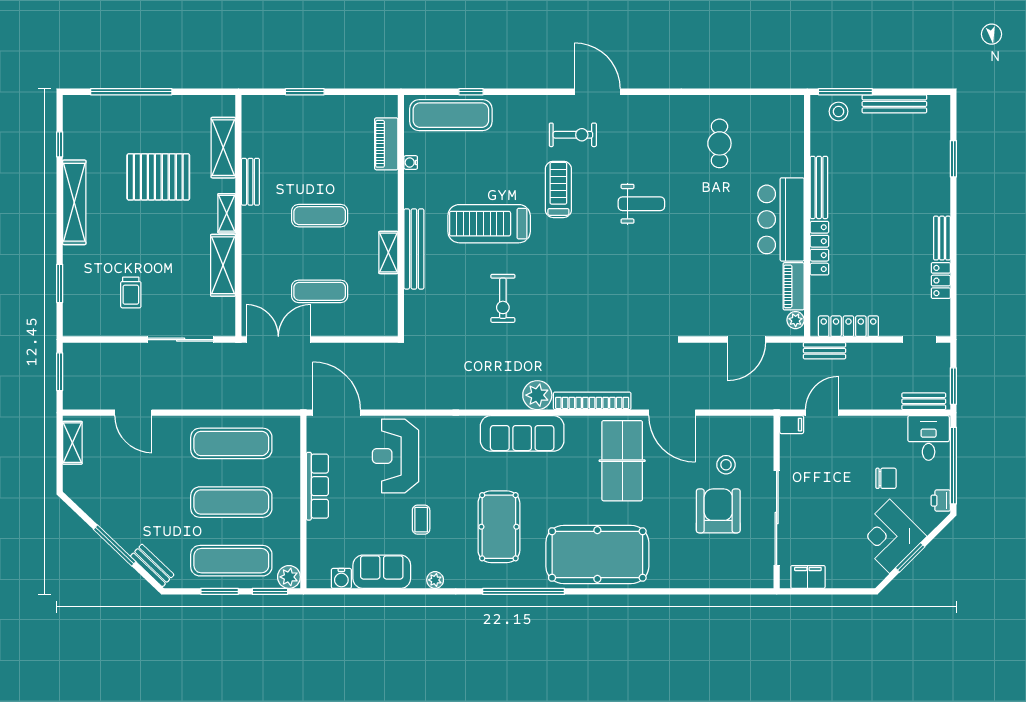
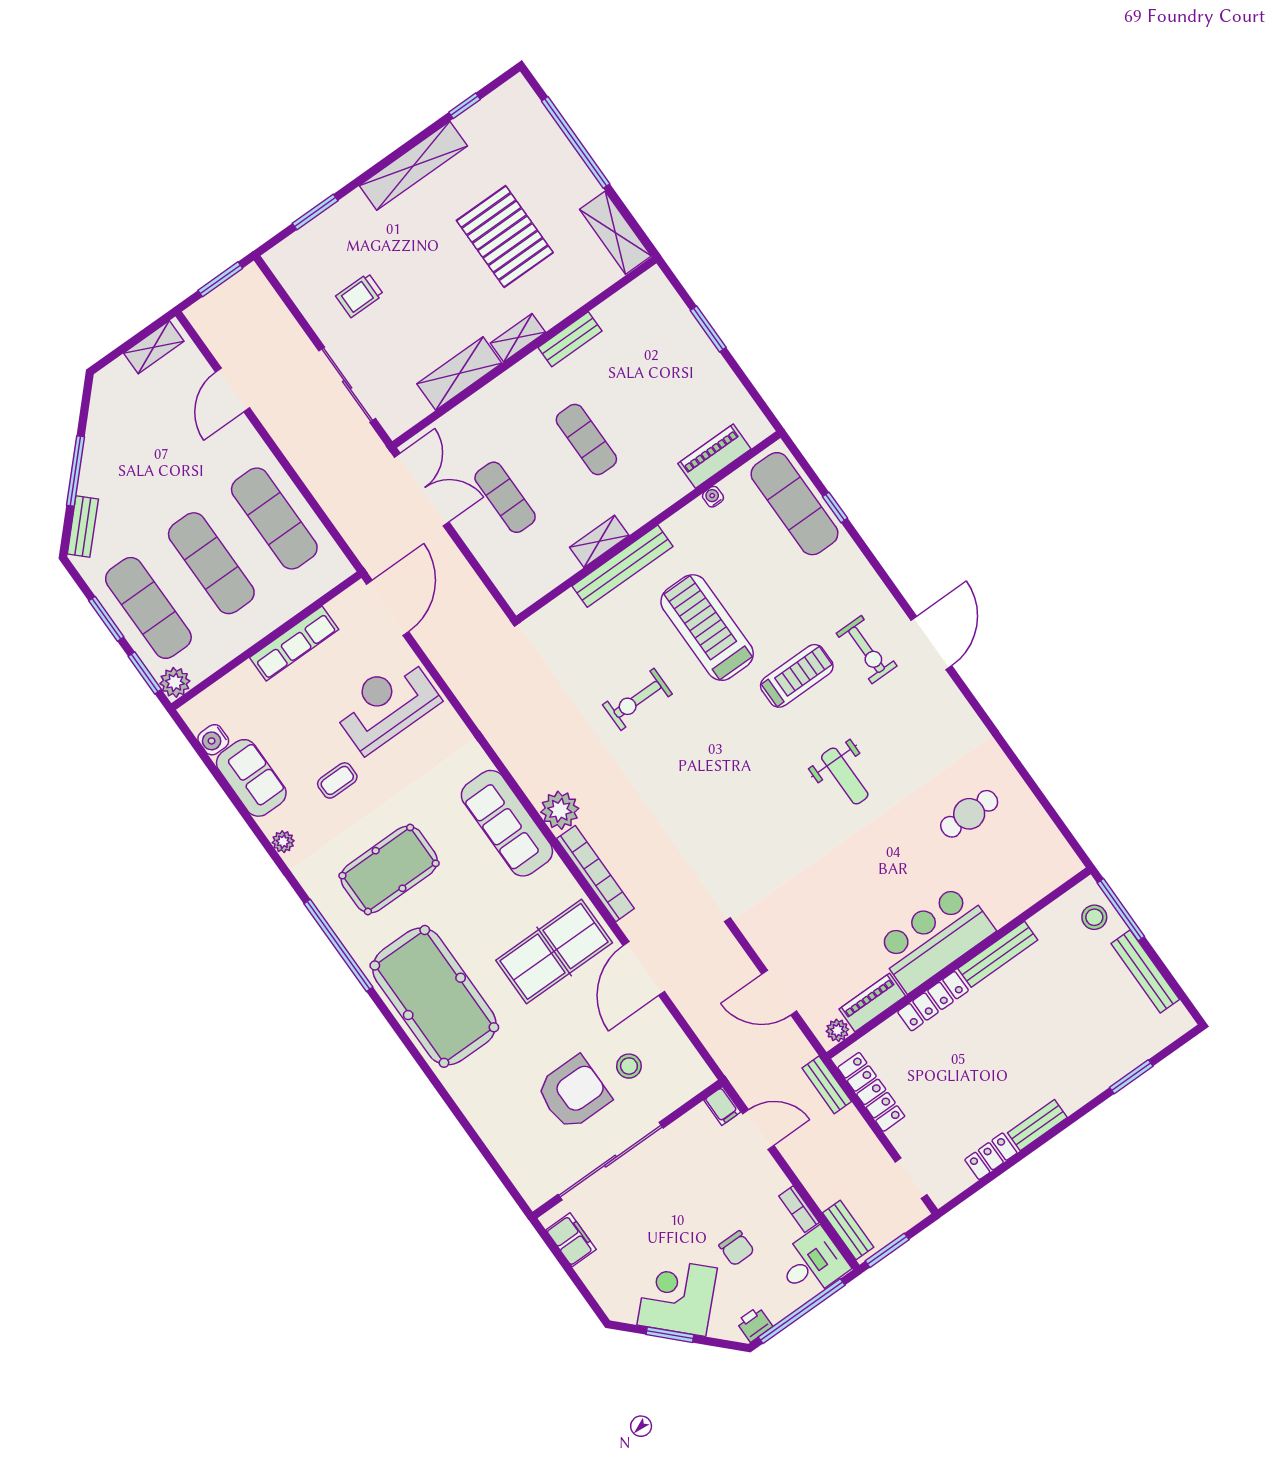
shelving: (223, 148) -> (615, 233), moved, turned 90
bookcase: (889, 423) -> (799, 1209), added

